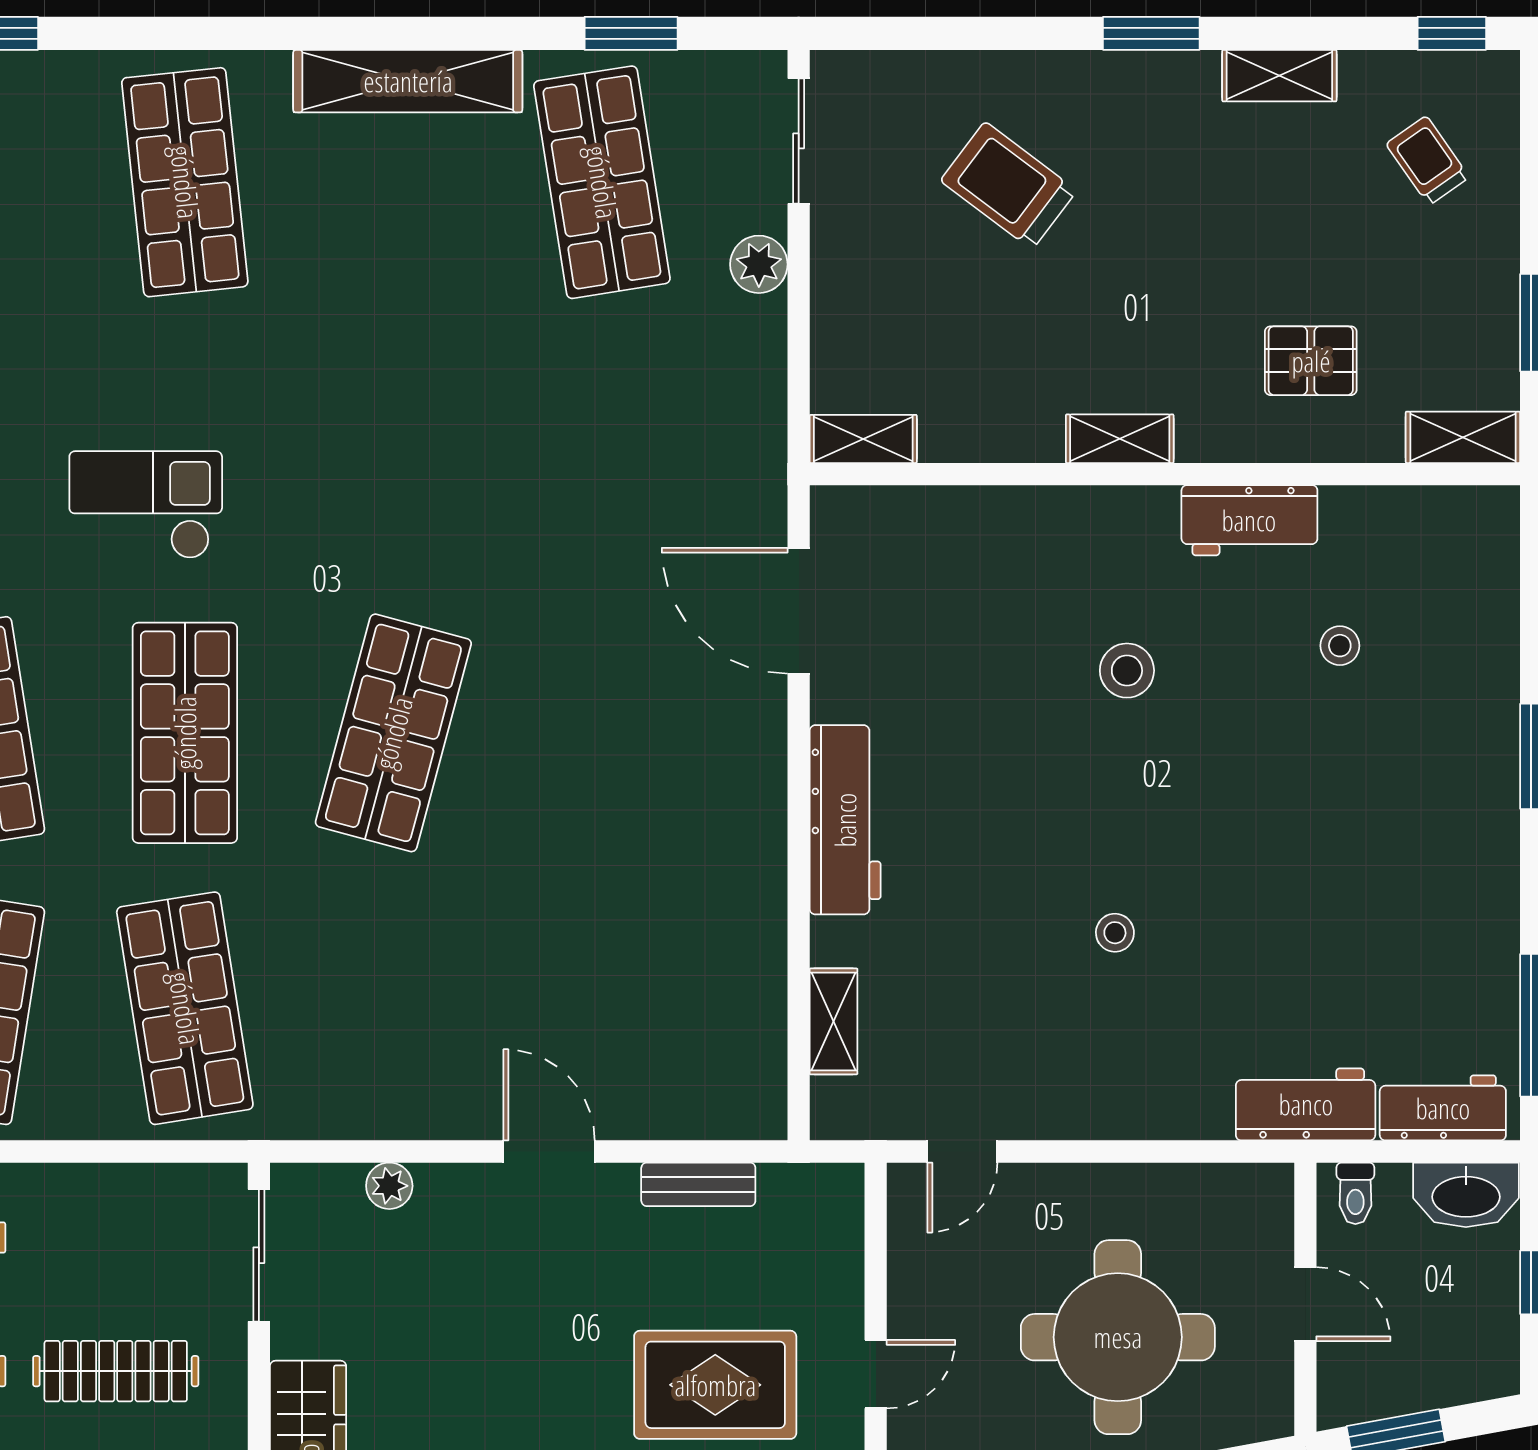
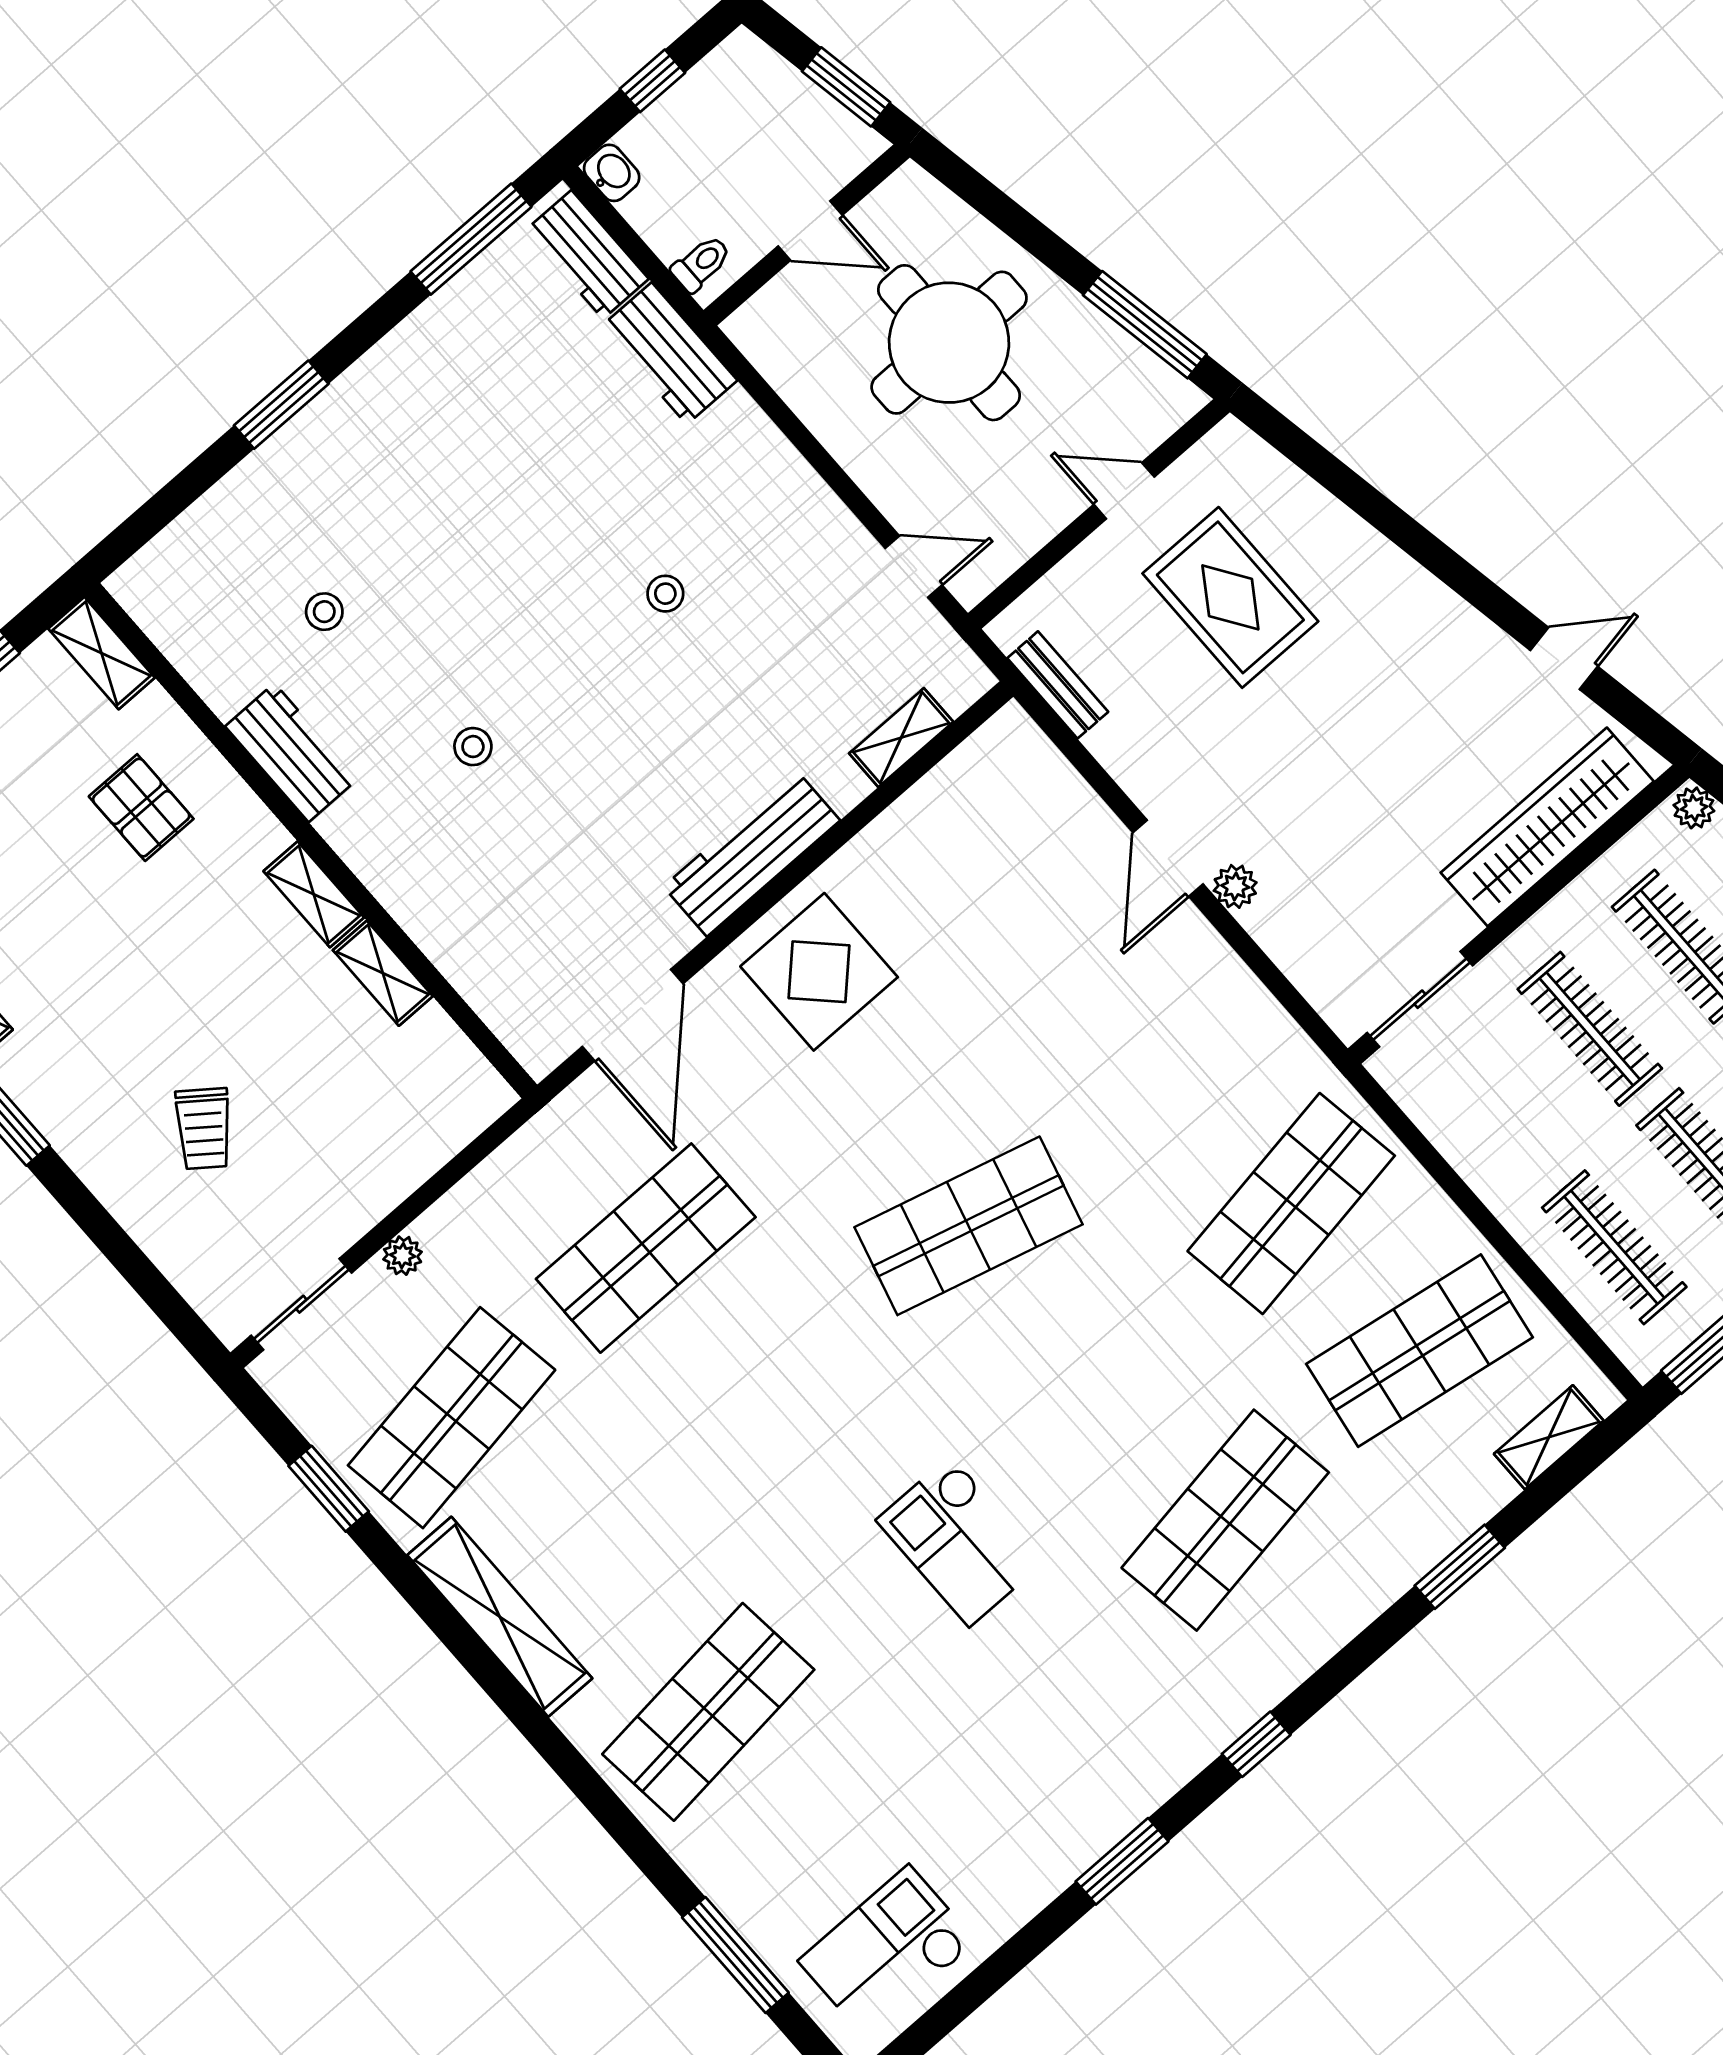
trolley: (1008, 186) -> (204, 1129), width x0.73, depth x0.72
plant: (759, 264) -> (403, 1256), width x0.73, depth x0.73
shelving: (863, 439) -> (383, 973), moved
stool: (1127, 671) -> (473, 747), width x0.73, depth x0.73
shop shelf: (185, 733) -> (646, 1248), moved
display table: (703, 791) -> (819, 972), added
bench: (698, 1184) -> (1058, 685), moved
plant: (389, 1186) -> (1235, 886), moved
washbasin: (1466, 1195) -> (612, 173), width x0.52, depth x0.69
door: (1305, 1304) -> (810, 231), swing flipped

